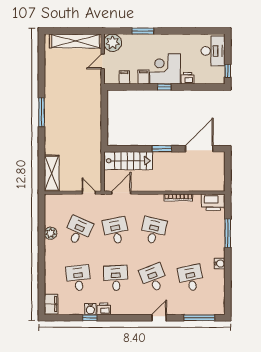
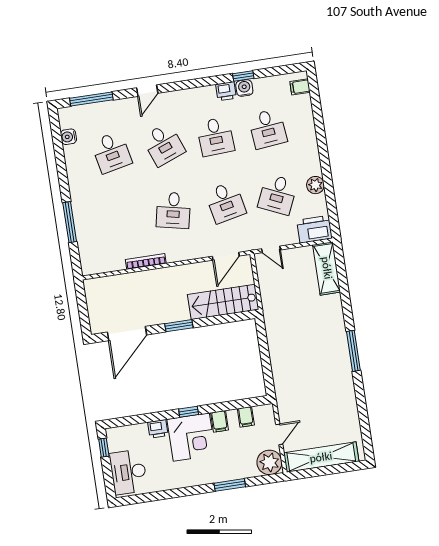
printer: (213, 202) -> (314, 229), moved
water cooler: (220, 264) -> (68, 137), moved
filing cabinet: (51, 304) -> (300, 87), width x0.50

